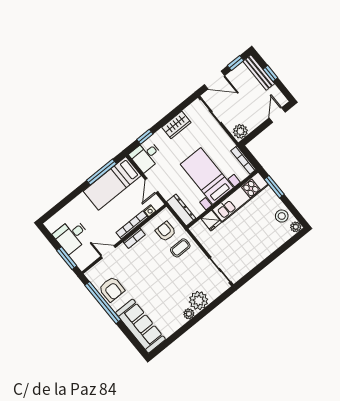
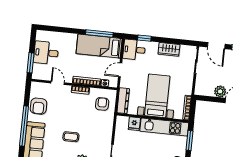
plant: (240, 131) -> (220, 91), moved
coffee table: (180, 248) -> (71, 137), moved
window: (103, 303) -> (24, 126), moved

